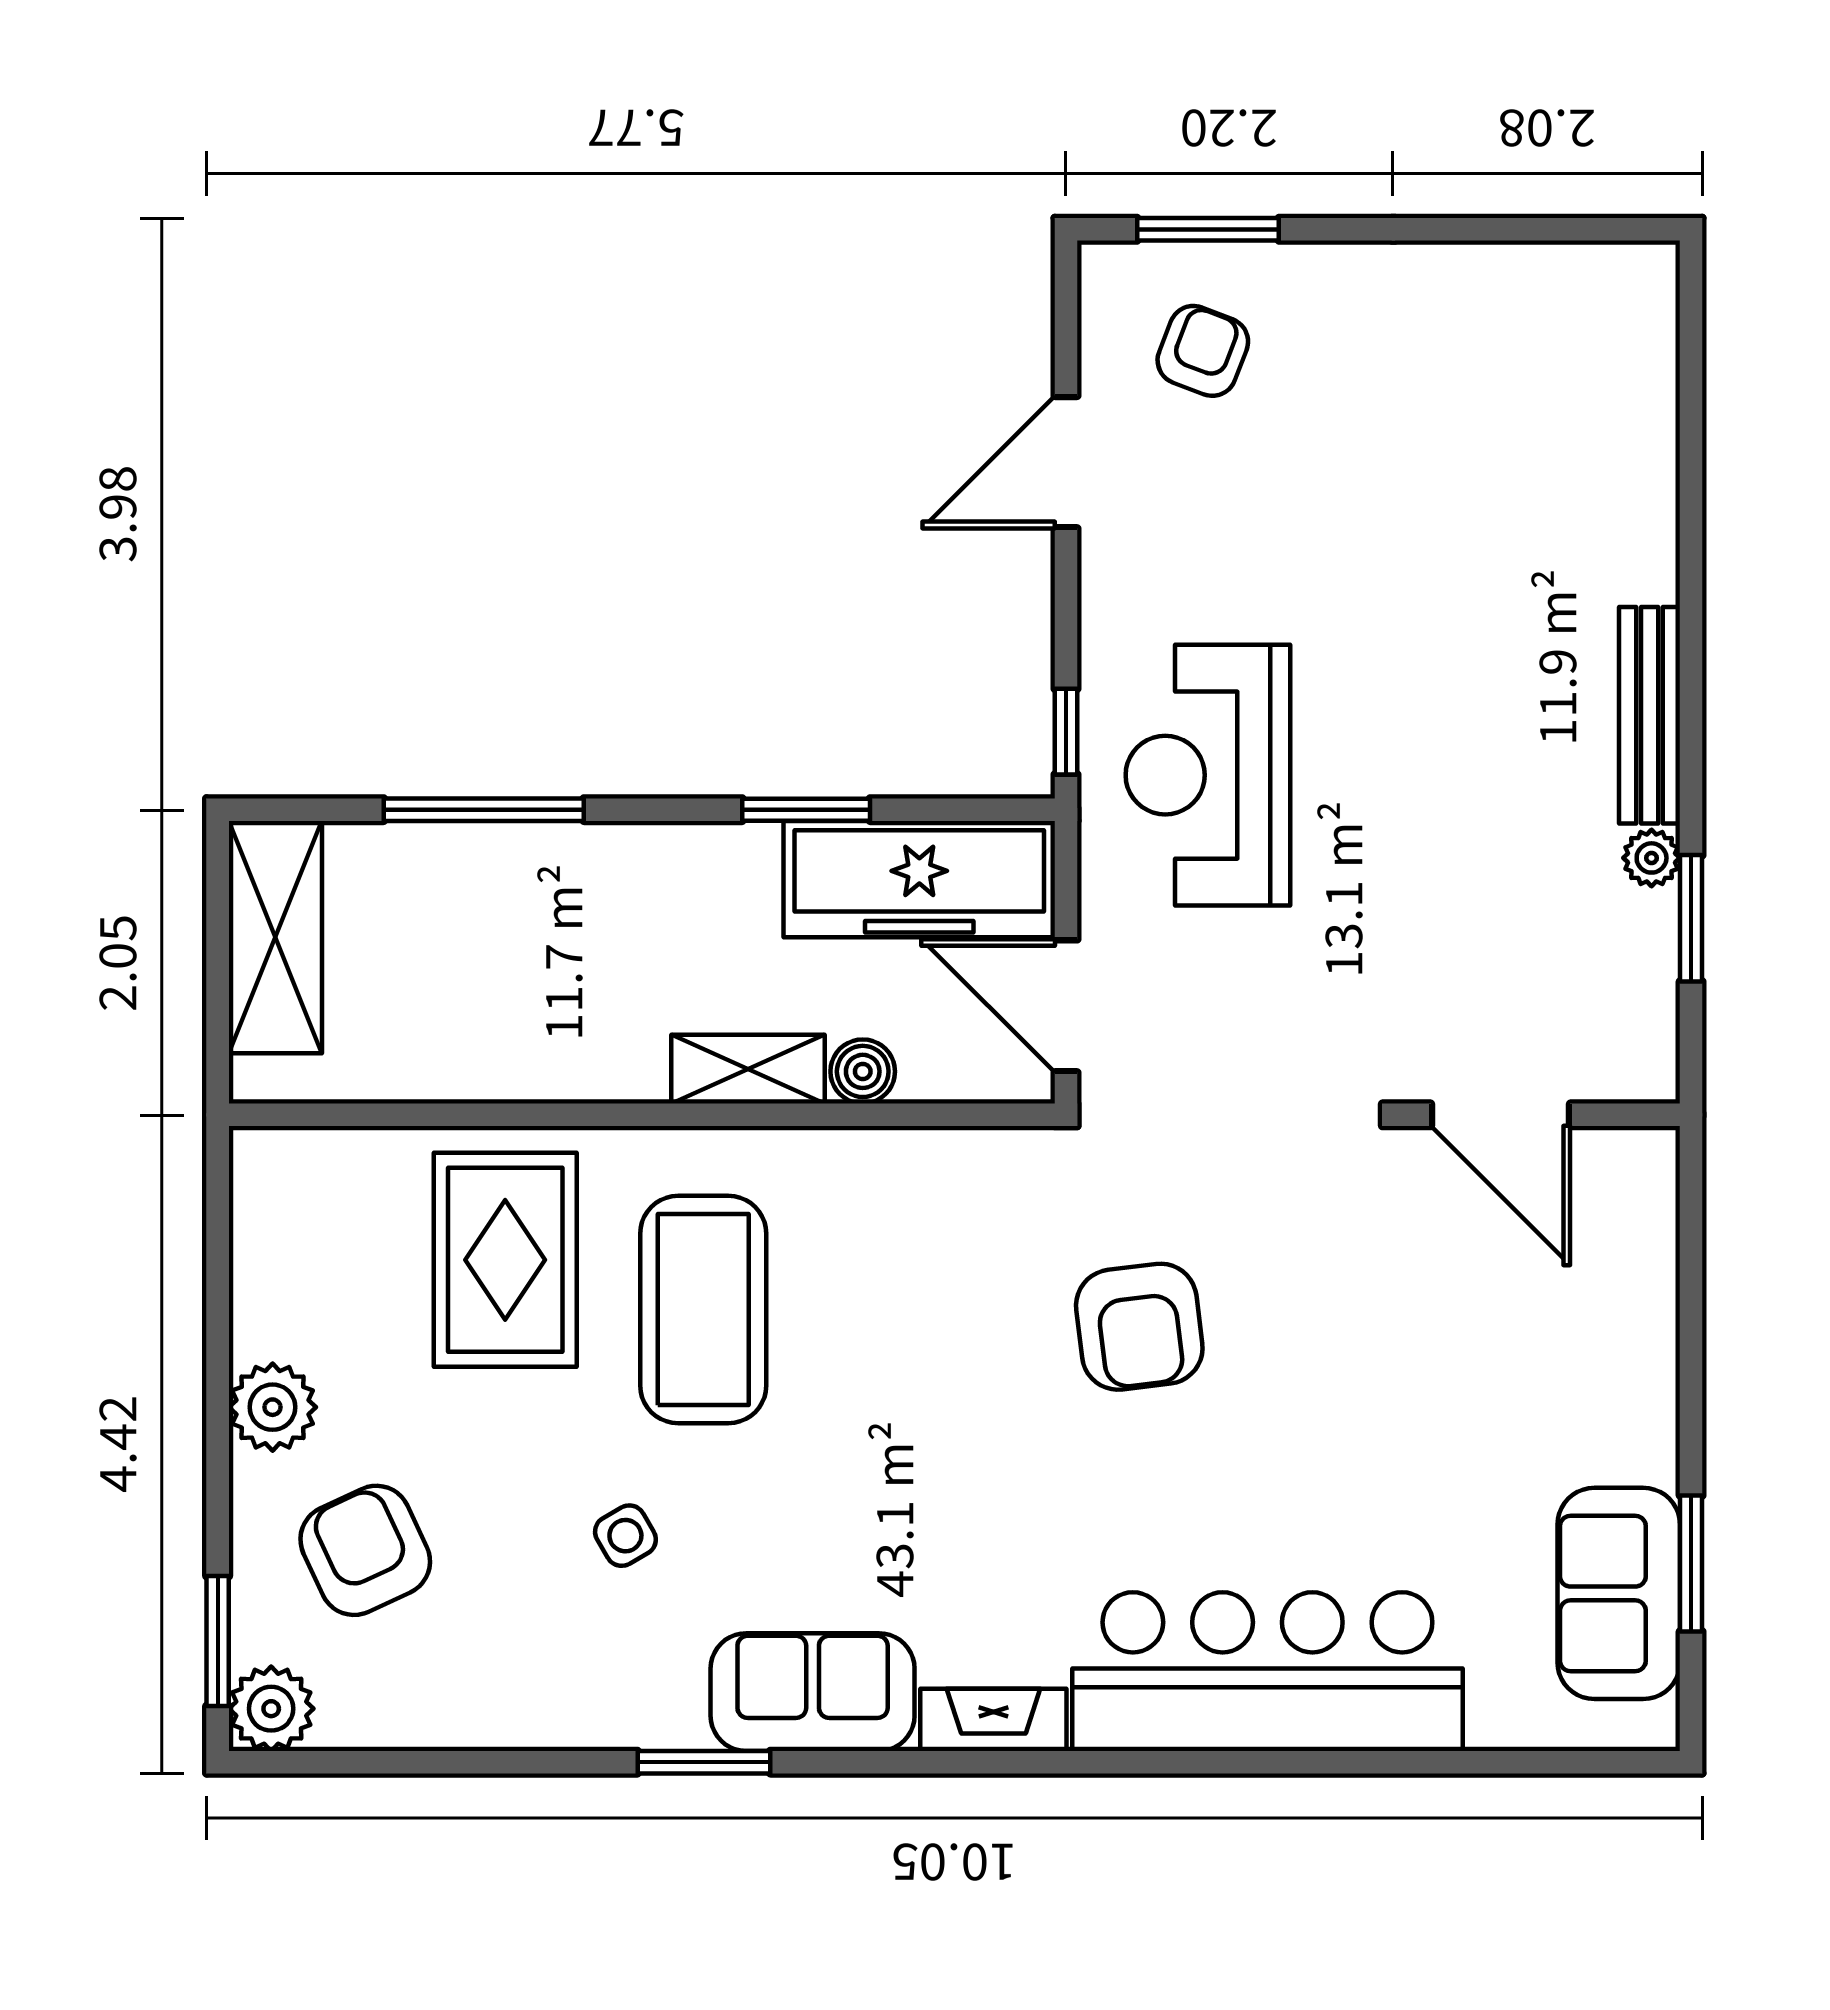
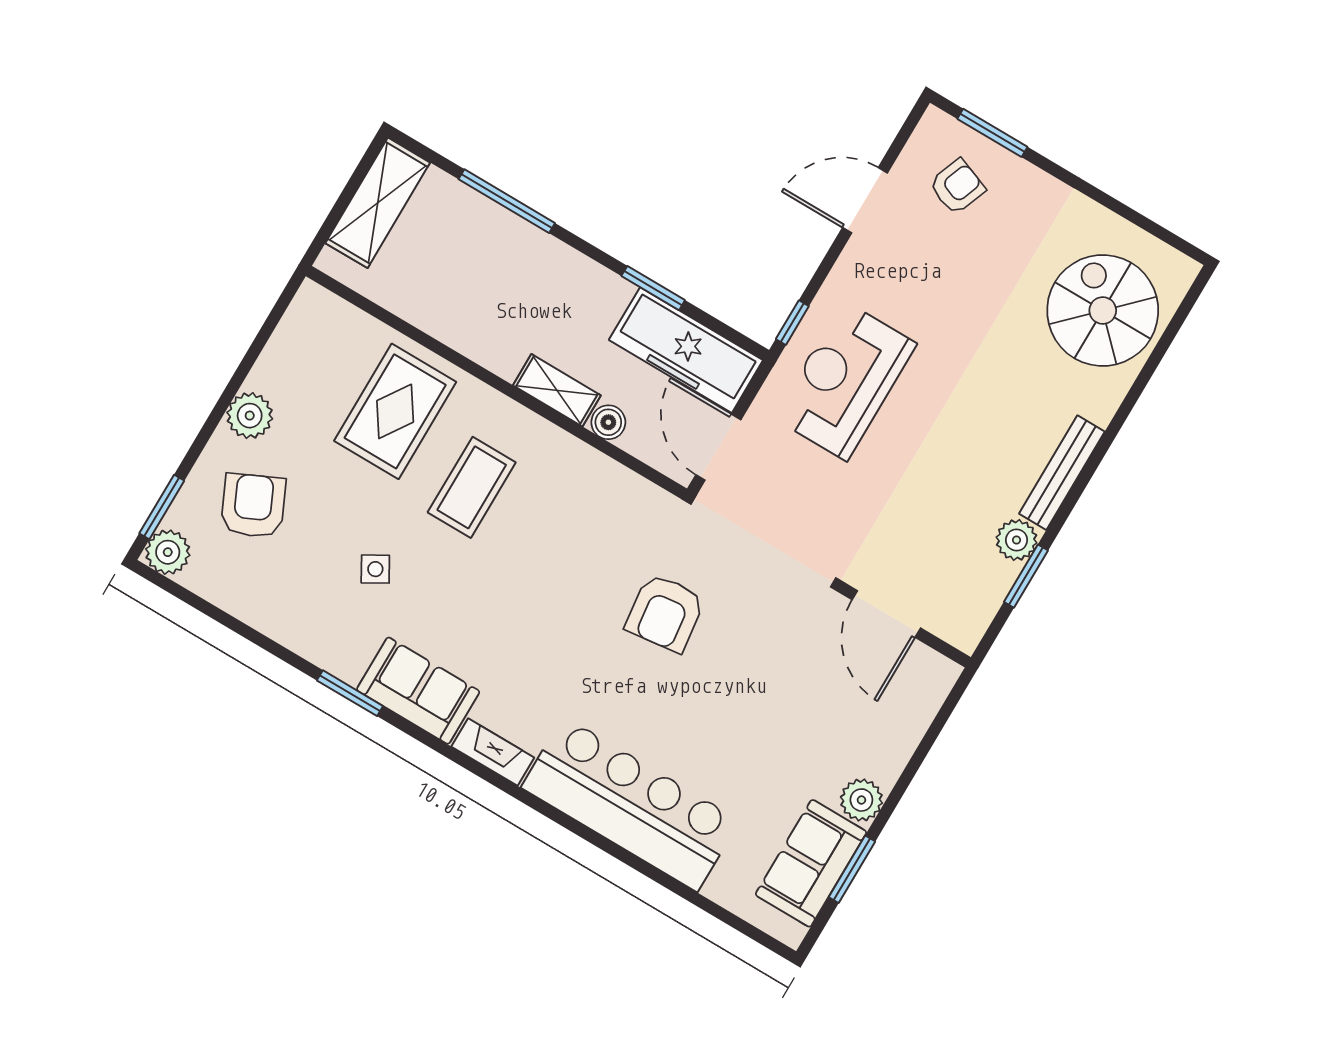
spiral stairs: (1559, 412) -> (1103, 311), added
plant: (1652, 858) -> (1017, 540), width x1.38, depth x1.38
coffee table: (703, 1310) -> (472, 487), width x0.73, depth x0.76
plant: (1640, 1442) -> (861, 800), added

